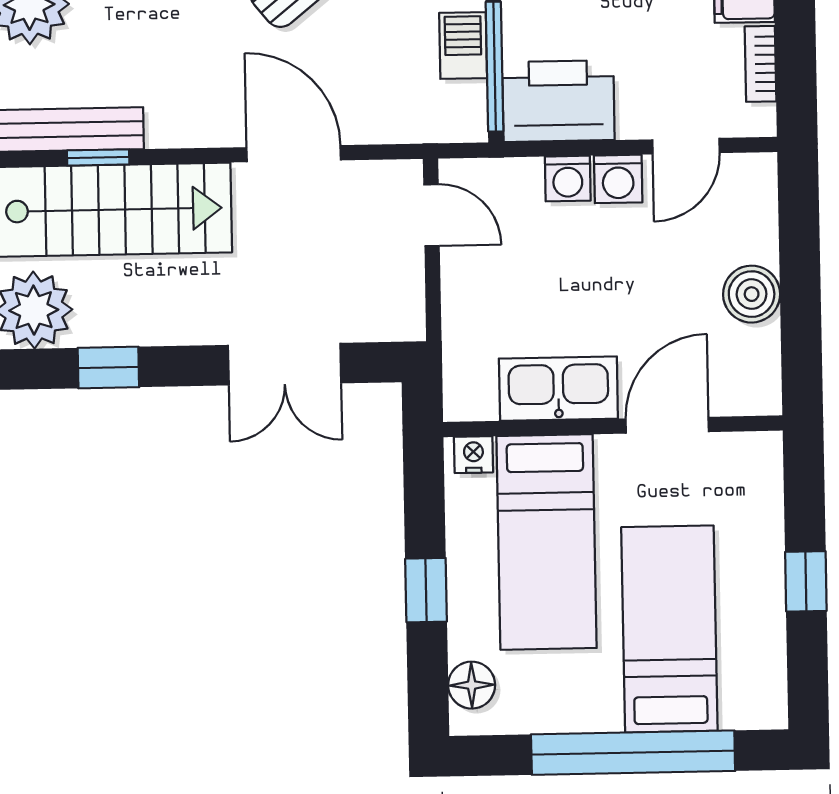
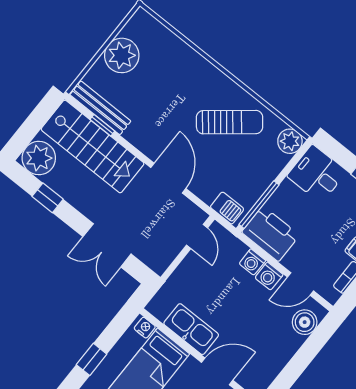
barbecue: (463, 46) -> (227, 208), moved, turned 90
boiler: (752, 294) -> (305, 322), moved

